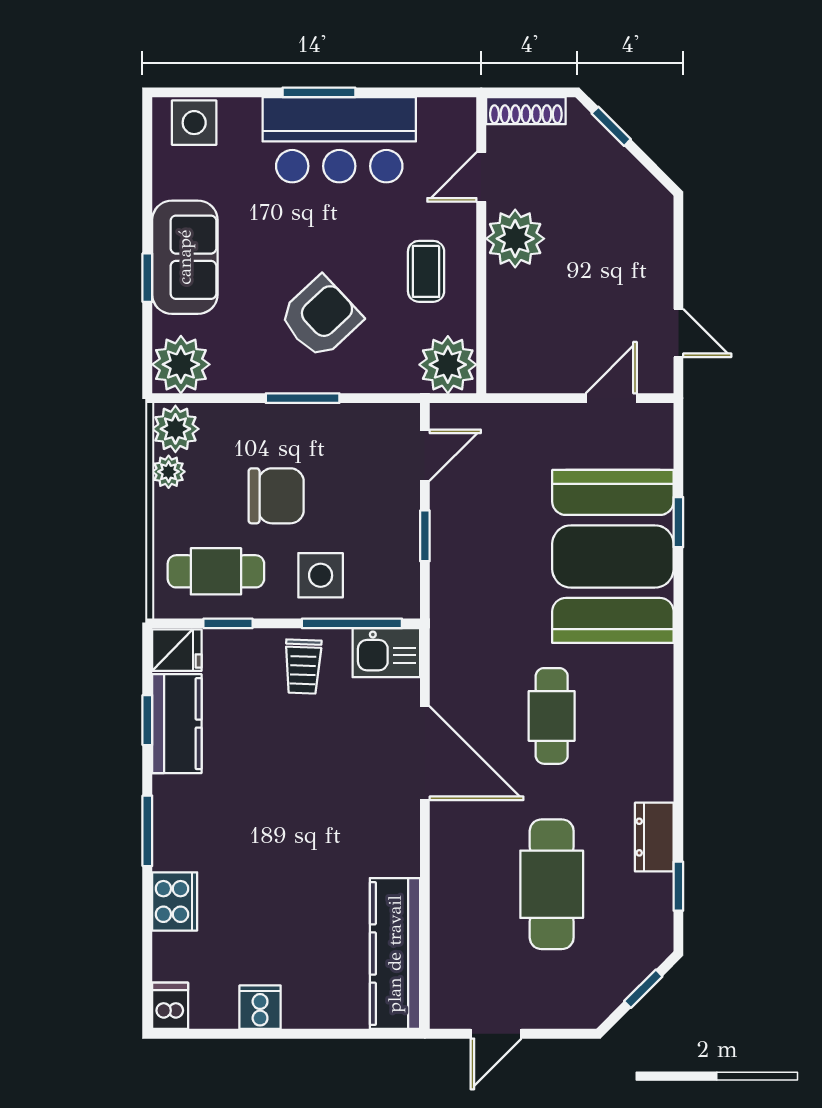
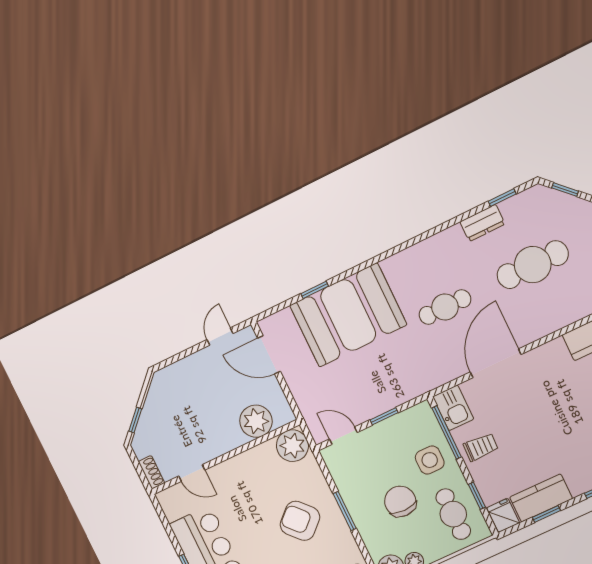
shoe rack: (526, 111) -> (151, 472), width x0.70
plant: (515, 239) -> (256, 421), moved
coffee table: (426, 271) -> (252, 479), removed
door: (611, 398) -> (269, 355), width x1.38

